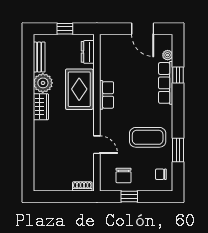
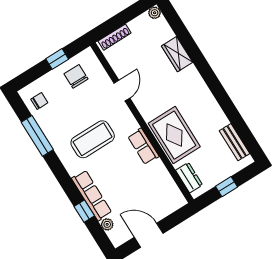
plant: (43, 83) -> (155, 13), moved, width x0.53, depth x0.53
wardrobe: (41, 107) -> (177, 54), moved
coffee table: (148, 137) -> (93, 139), moved
door: (97, 145) -> (122, 91), swing flipped
window: (178, 150) -> (37, 136), width x1.44
shoe rack: (82, 186) -> (115, 37), width x1.43

